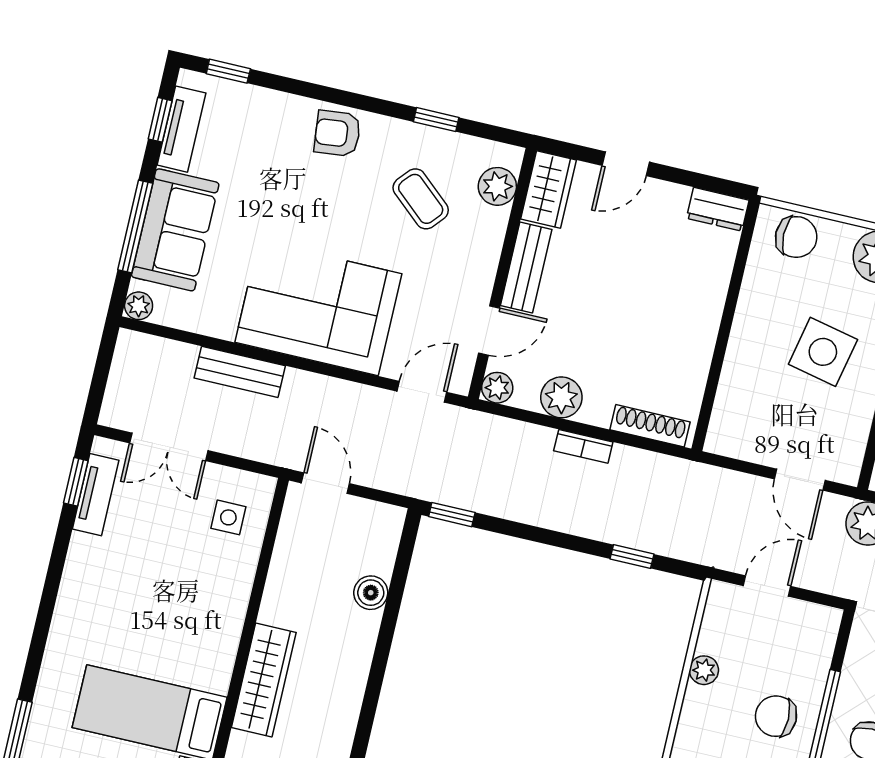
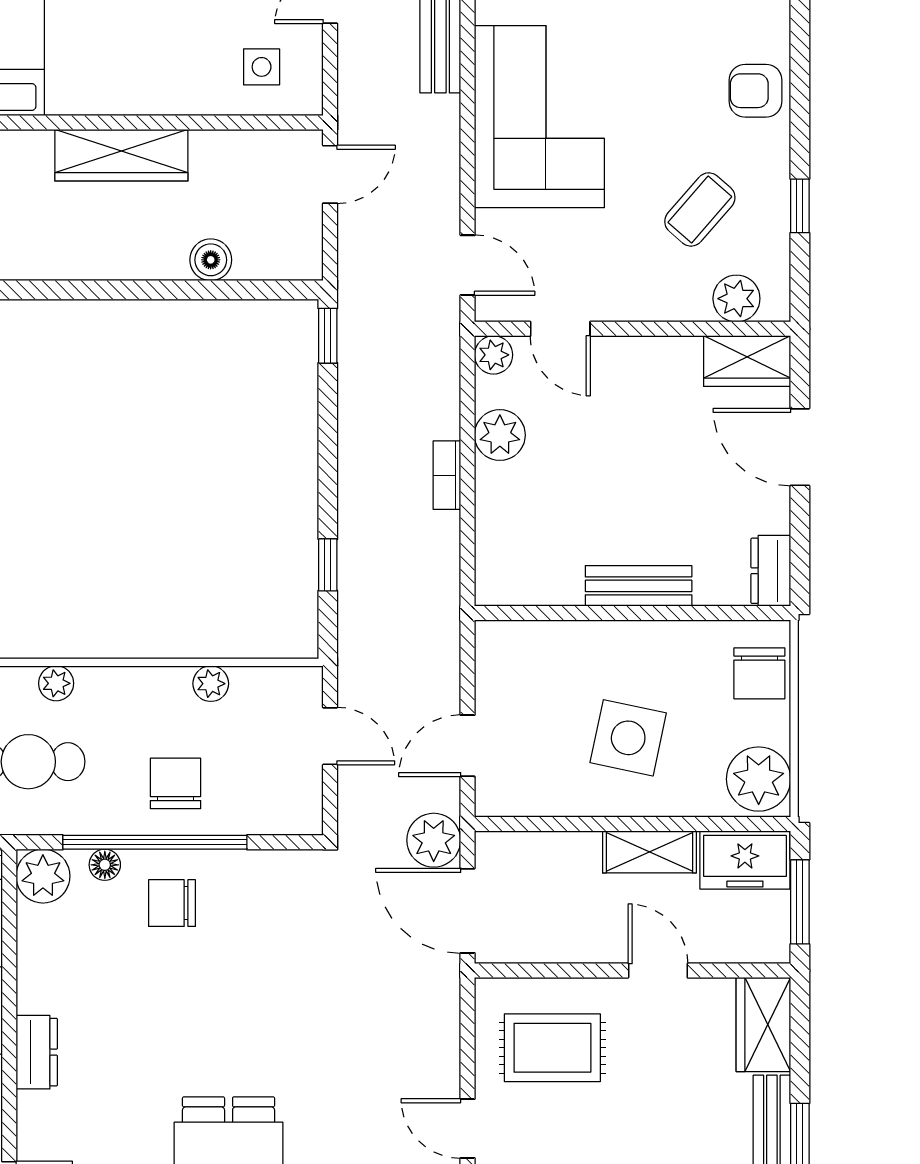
armchair: (337, 133) -> (756, 91), turned -84
door: (626, 164) -> (800, 447), width x1.38
bench: (526, 268) -> (639, 586), moved
shoe rack: (650, 426) -> (490, 550), removed
wardrobe: (264, 680) -> (121, 155), moved

